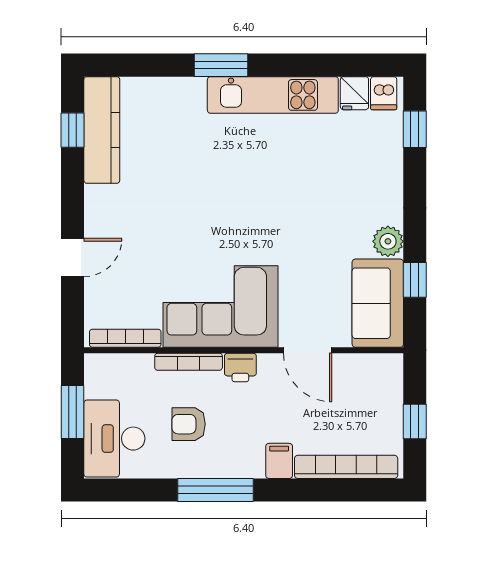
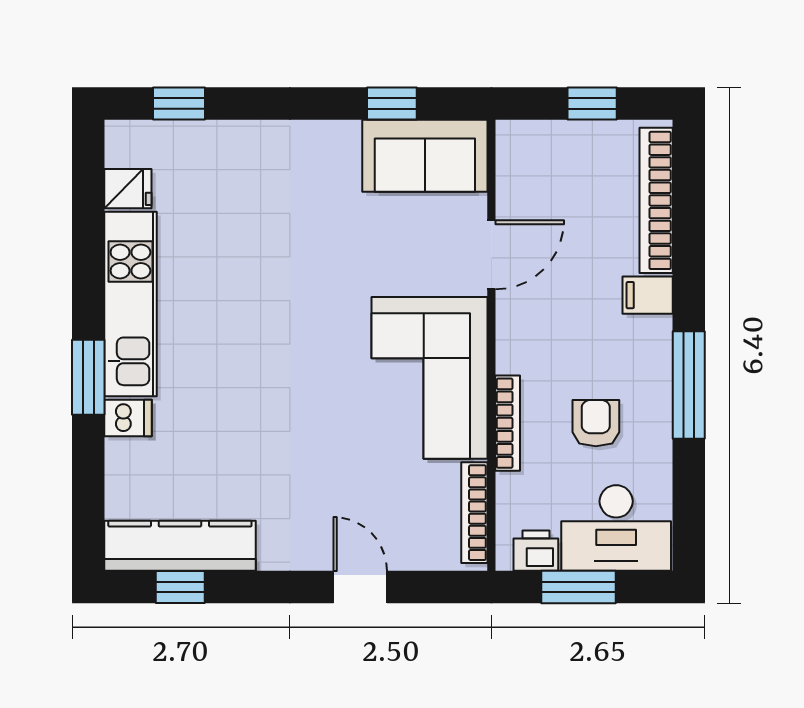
dishwasher: (384, 93) -> (128, 418), moved
plant: (388, 241) -> (337, 141), removed
printer: (240, 367) -> (536, 551), moved, turned -90
armchair: (189, 424) -> (596, 423), turned 180

